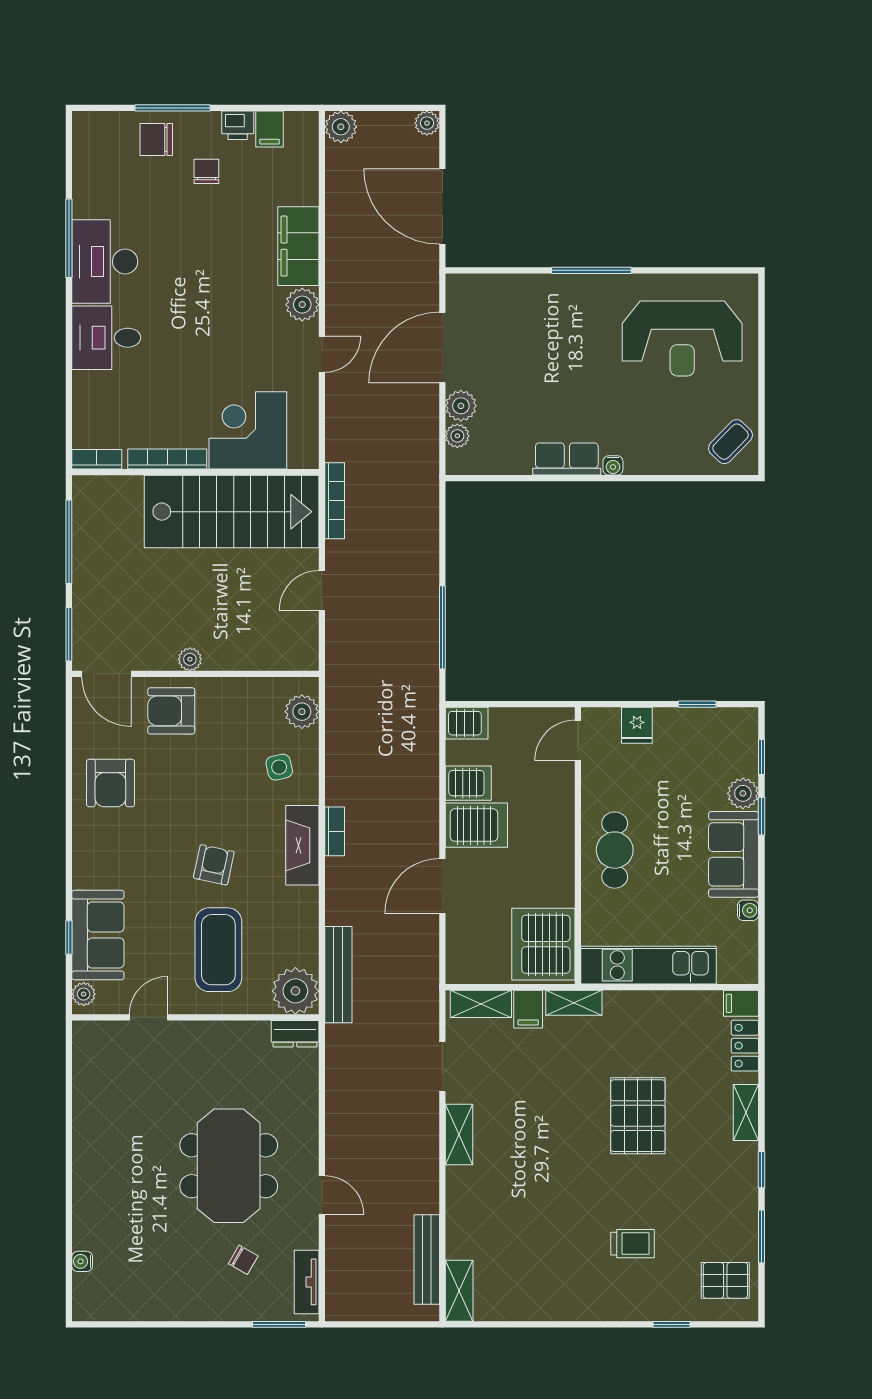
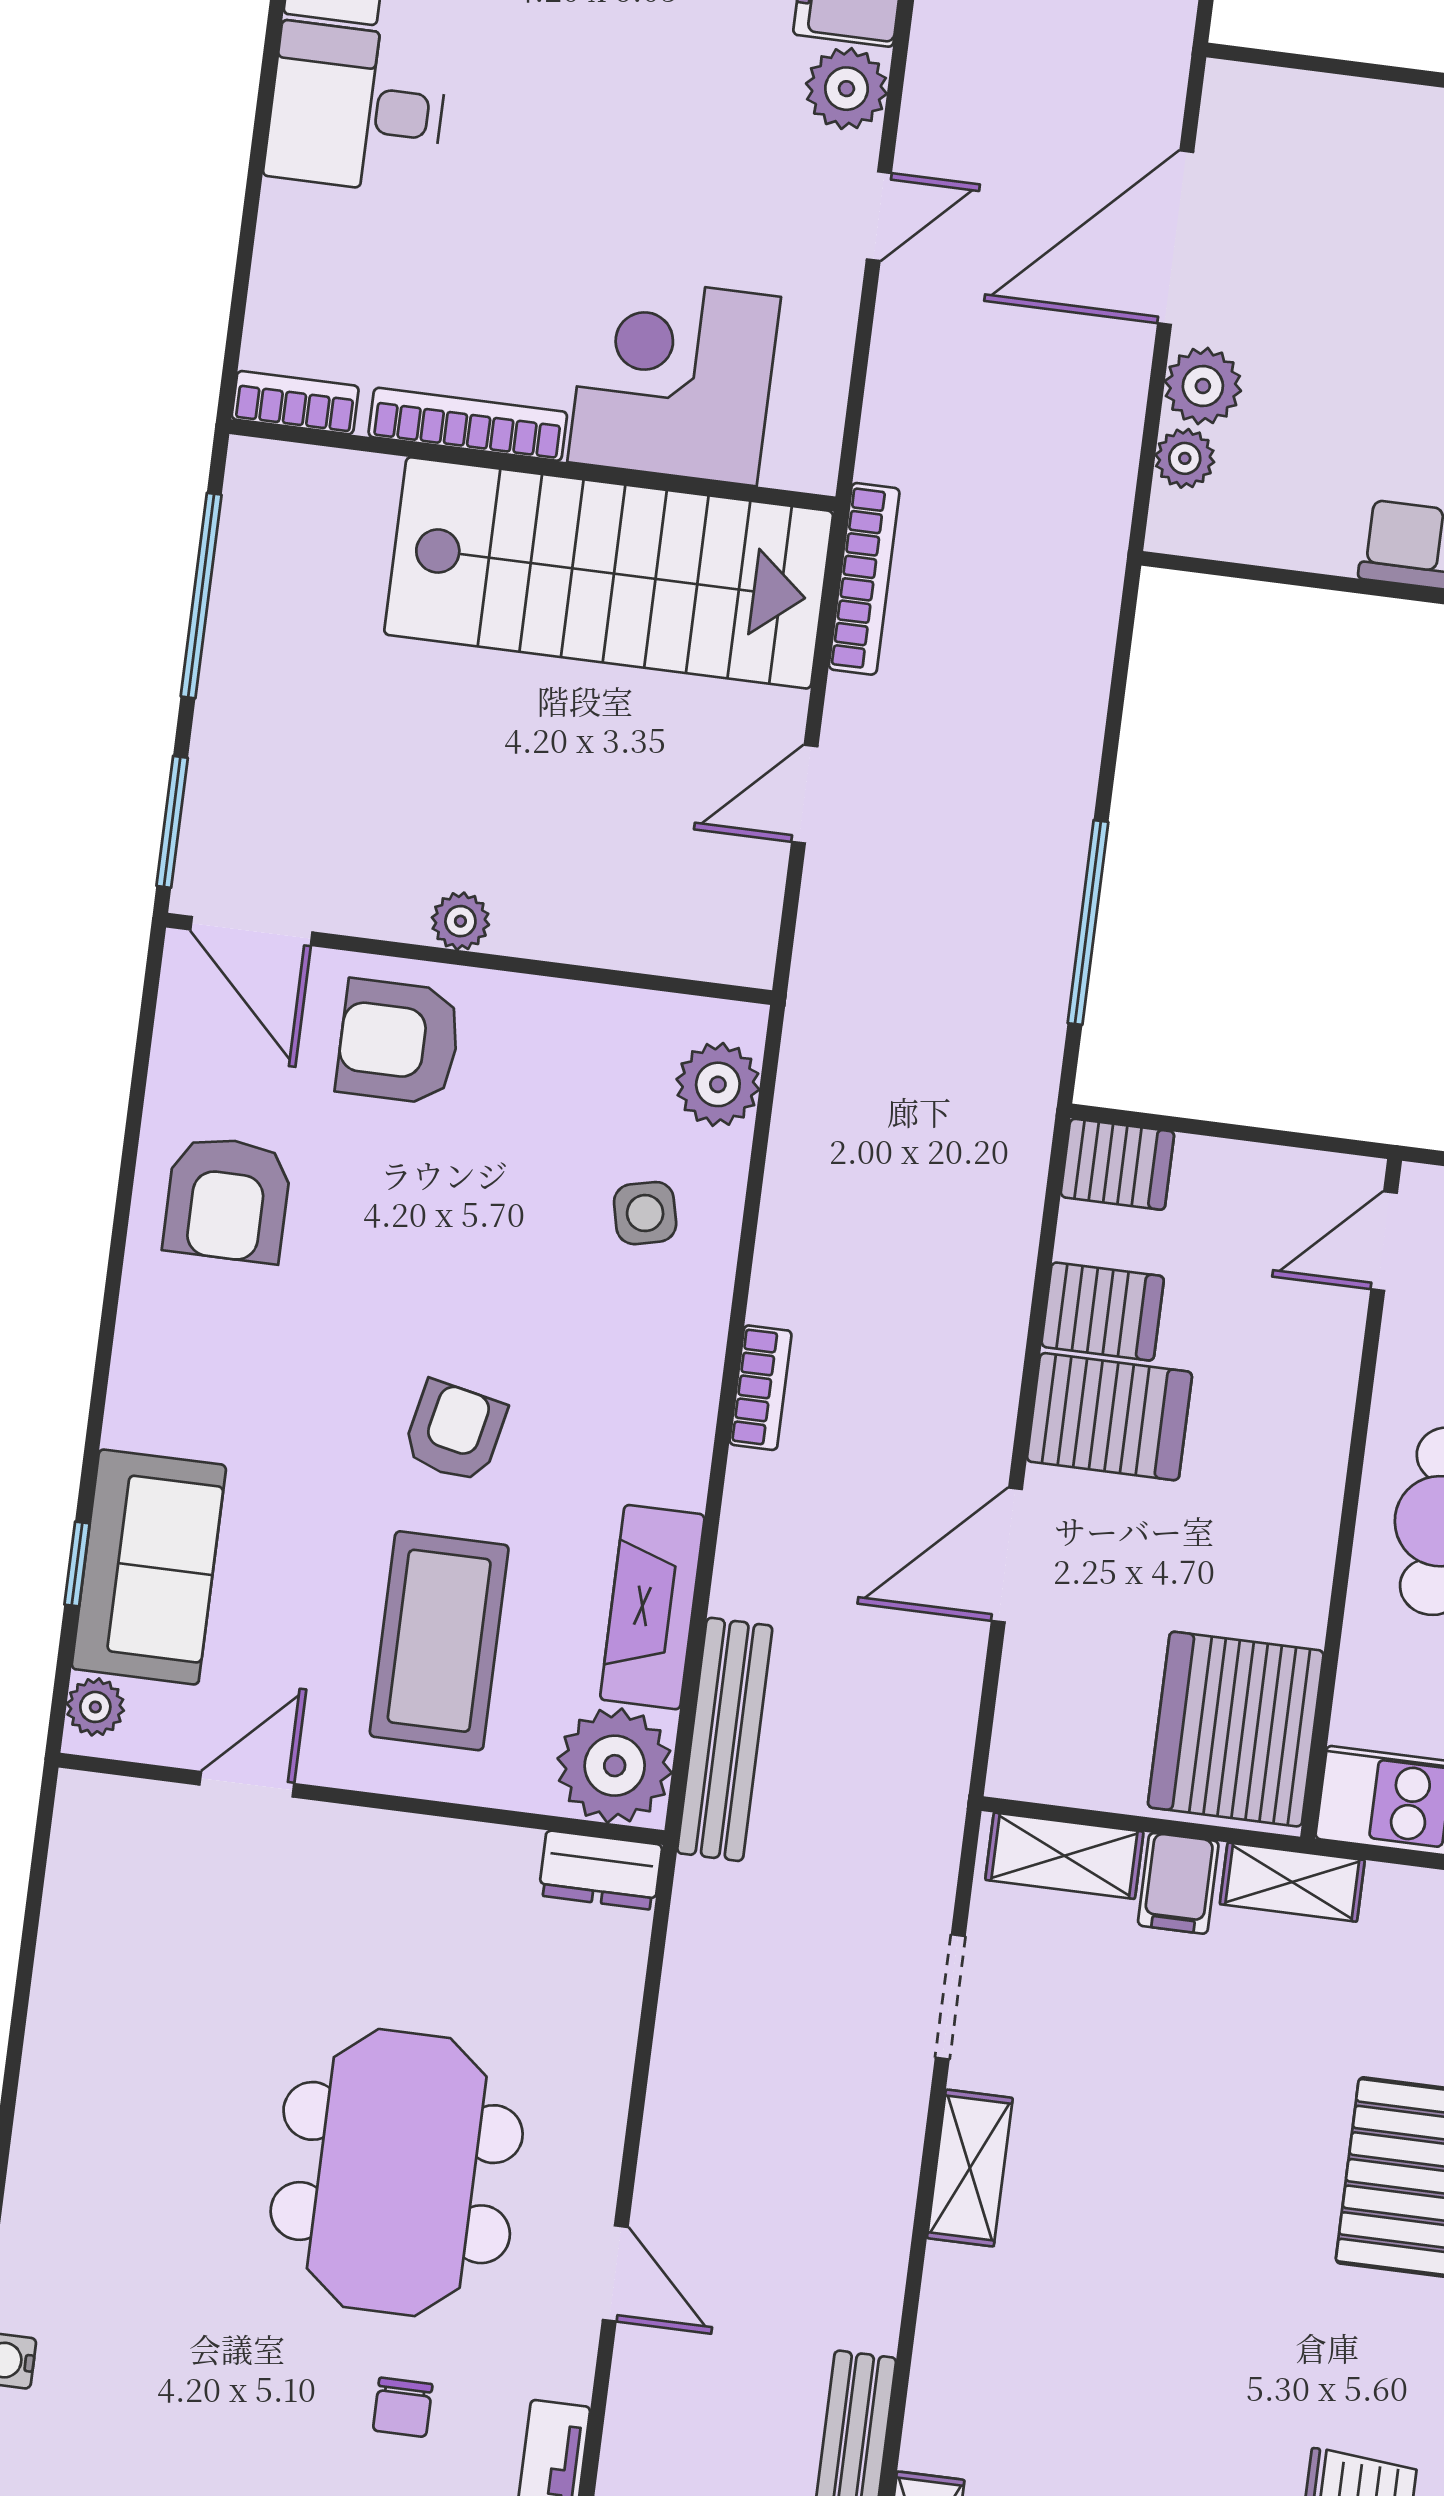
fireplace: (302, 845) -> (652, 1607), moved
chair: (243, 1260) -> (403, 2407), turned 60

